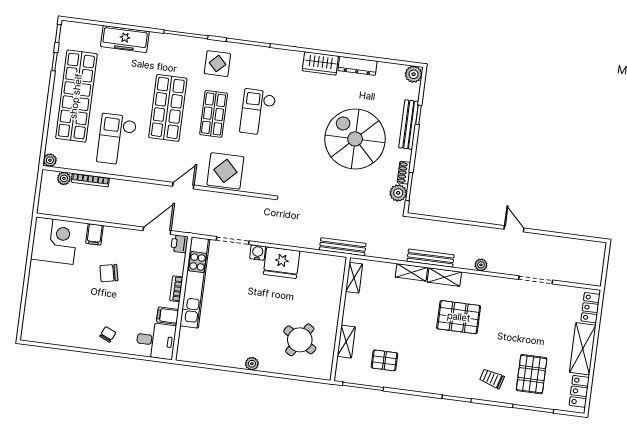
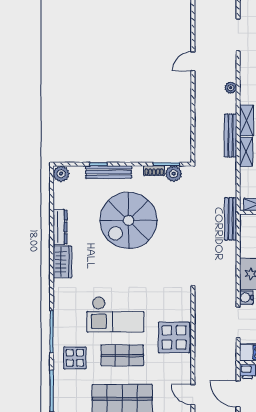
checkout: (258, 112) -> (115, 314), width x1.36, depth x1.21
door: (183, 186) -> (193, 395), moved

